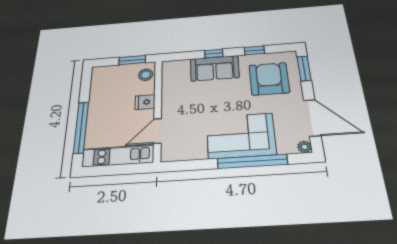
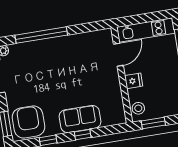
armchair: (269, 79) -> (28, 122), moved, turned 180
corner sofa: (241, 136) -> (52, 56), removed

